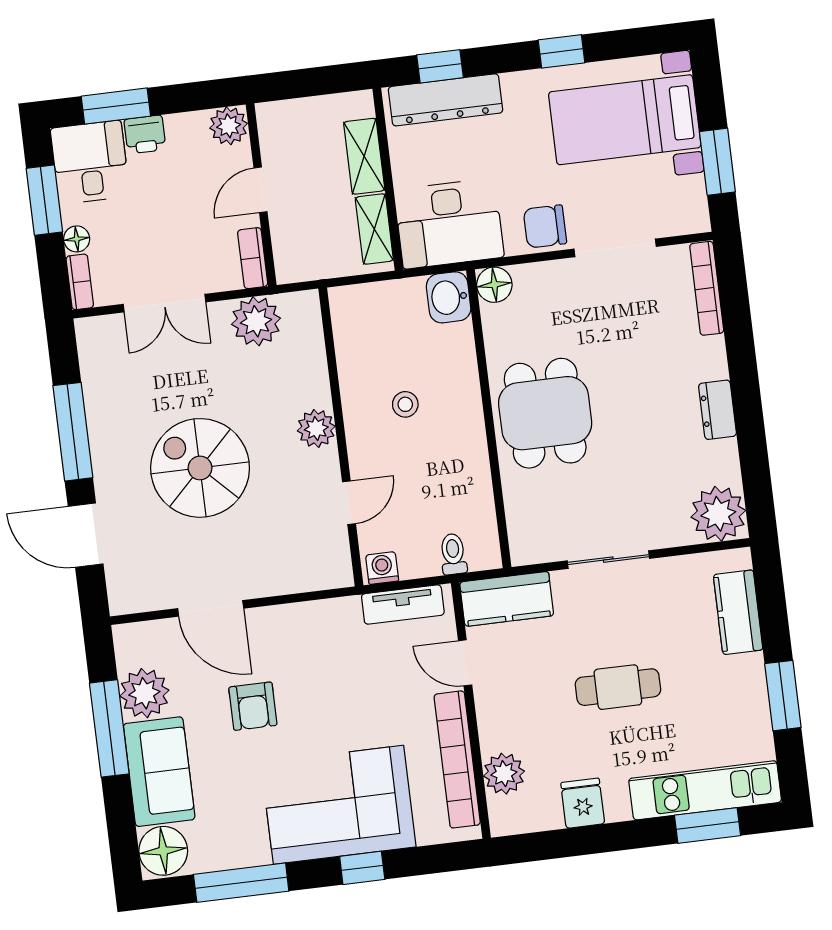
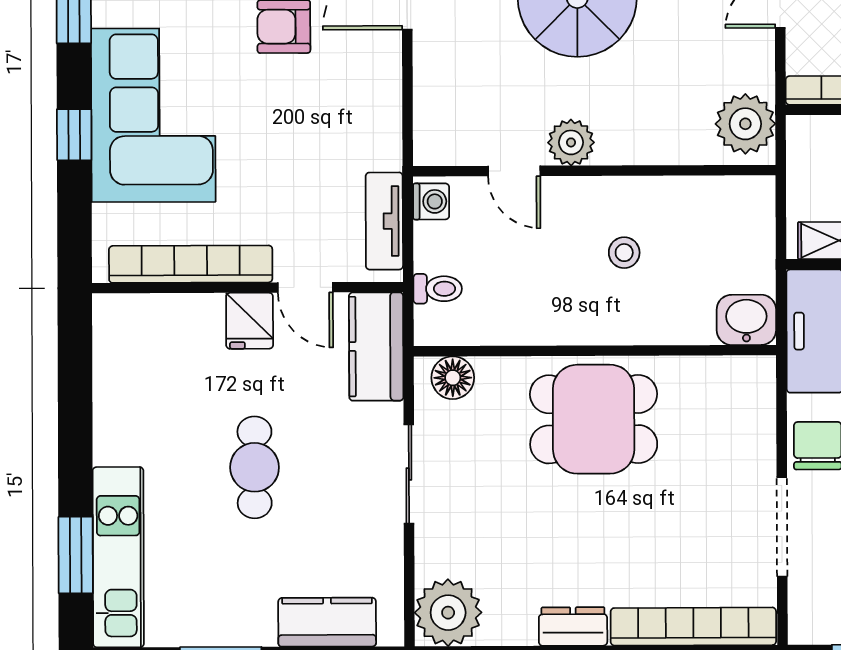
floor lamp: (494, 285) -> (453, 378), moved
bookcase: (707, 288) -> (693, 627), width x1.48, depth x1.31
plant: (256, 321) -> (745, 124), moved
plant: (316, 428) -> (571, 142), moved
door: (465, 663) -> (305, 287), swing flipped
plant: (504, 774) -> (167, 318), removed
fridge: (583, 803) -> (250, 321), moved, turned 90

